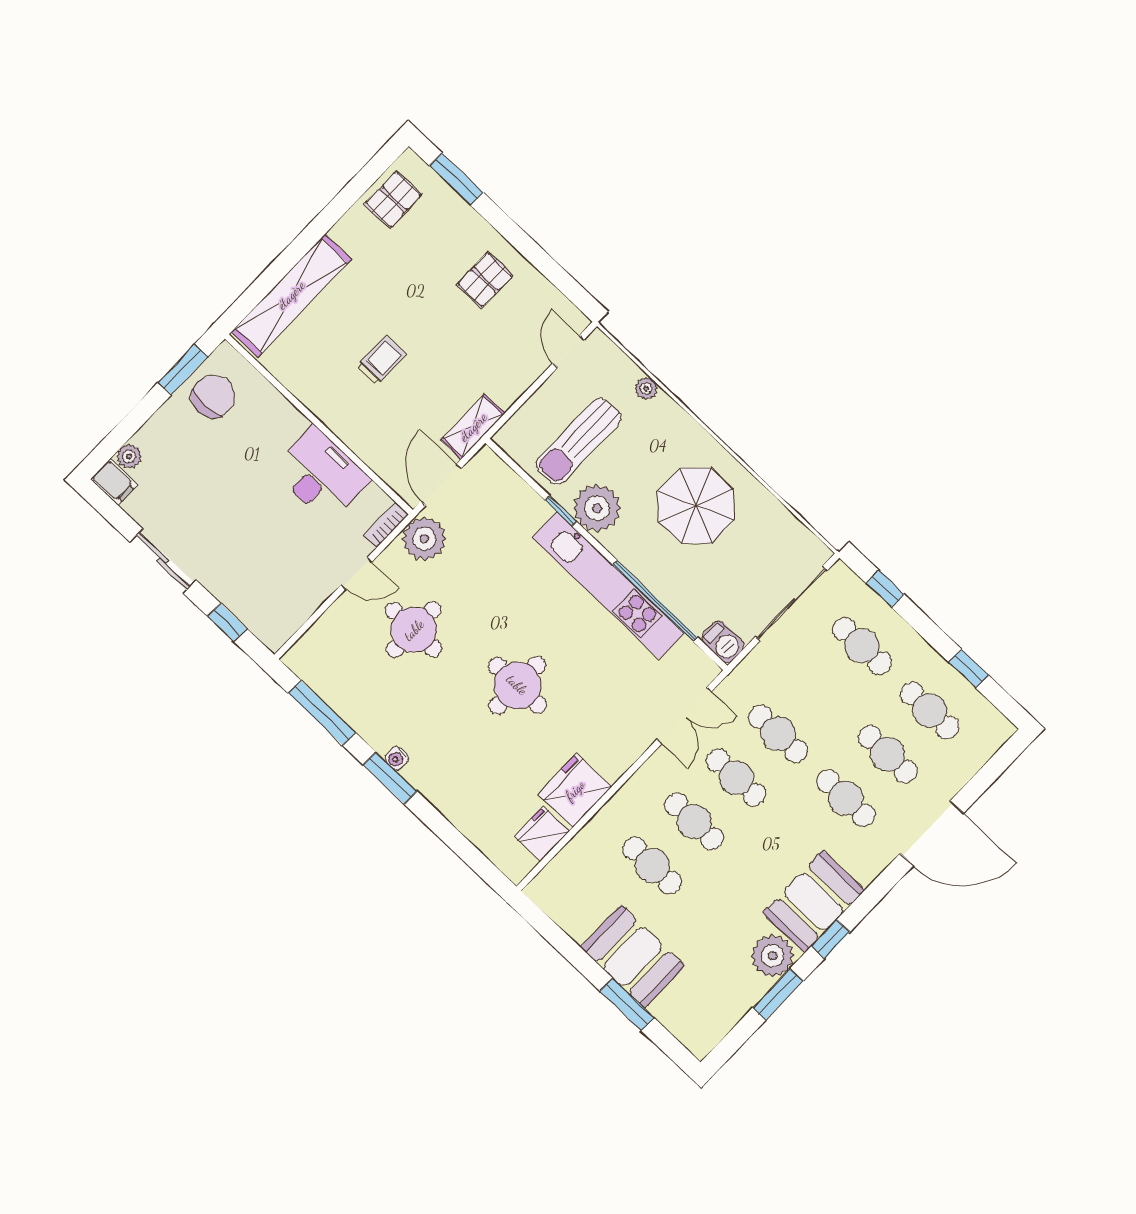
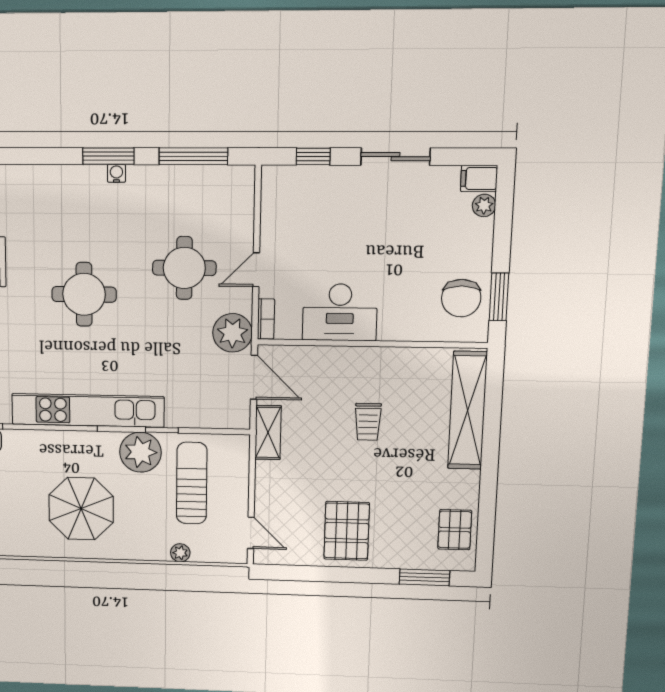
pallet: (485, 280) -> (347, 531), width x1.50, depth x1.42

